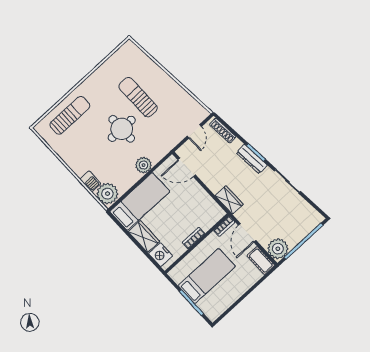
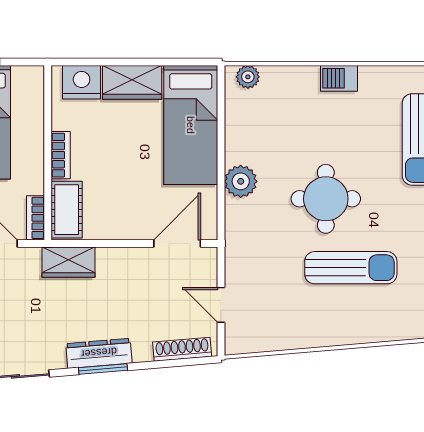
barbecue: (90, 181) -> (339, 78), moved
plant: (107, 194) -> (248, 77), width x0.53, depth x0.53
cot: (211, 218) -> (67, 210), added

